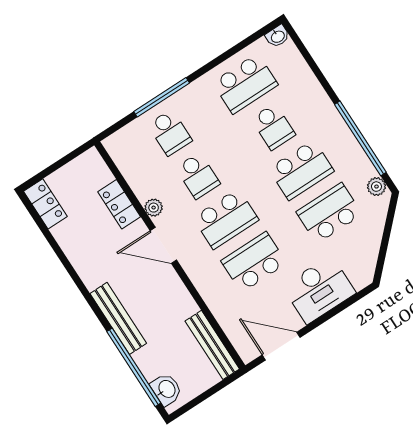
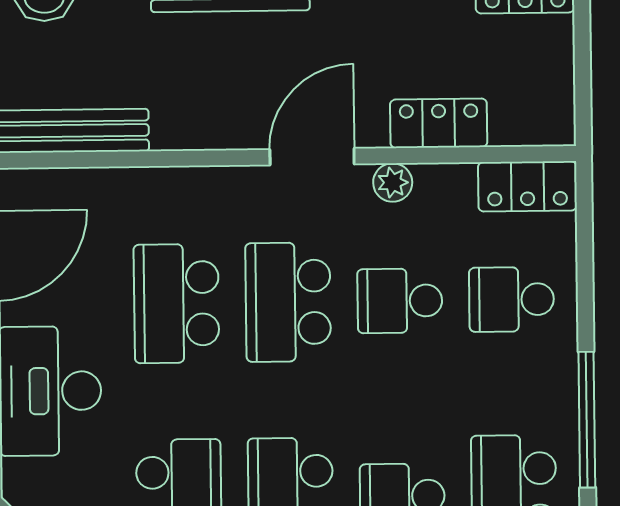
window: (162, 97) -> (587, 420), moved
locker: (122, 154) -> (527, 186), added
school desk: (254, 262) -> (176, 304), turned 180

